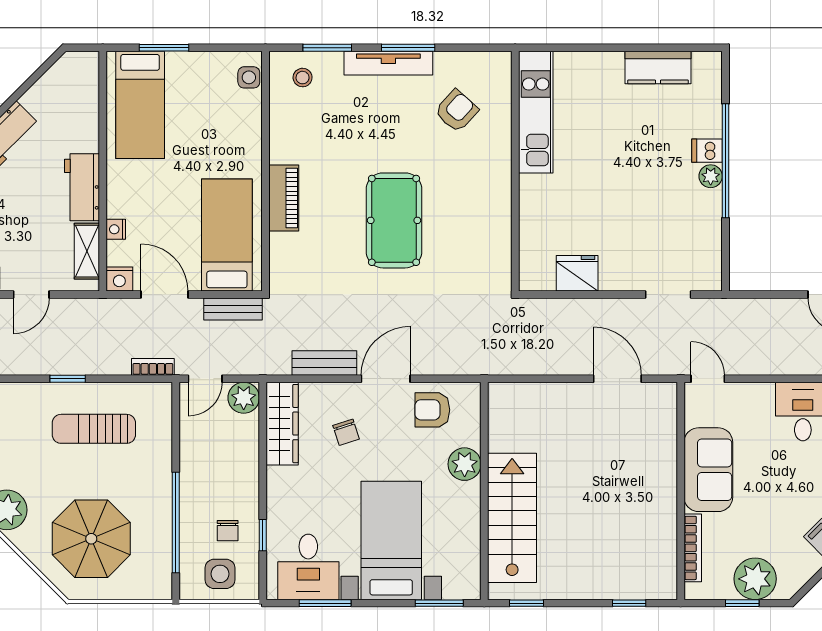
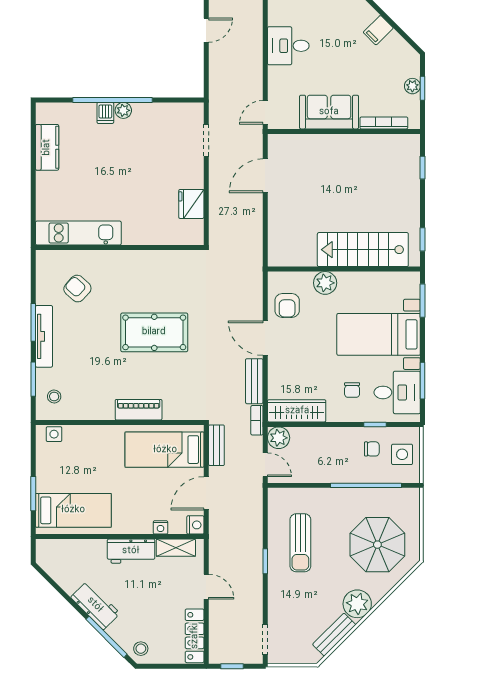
bookcase: (153, 367) -> (257, 420), moved
chair: (346, 432) -> (352, 390), moved, turned 108
plant: (755, 579) -> (412, 86), width x0.53, depth x0.53

